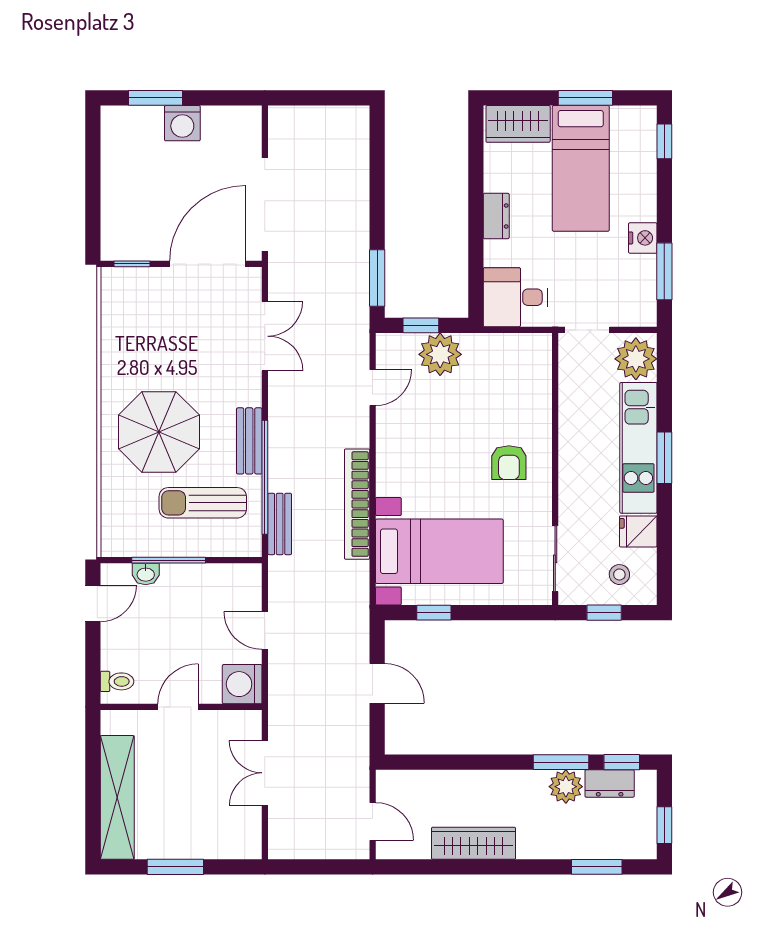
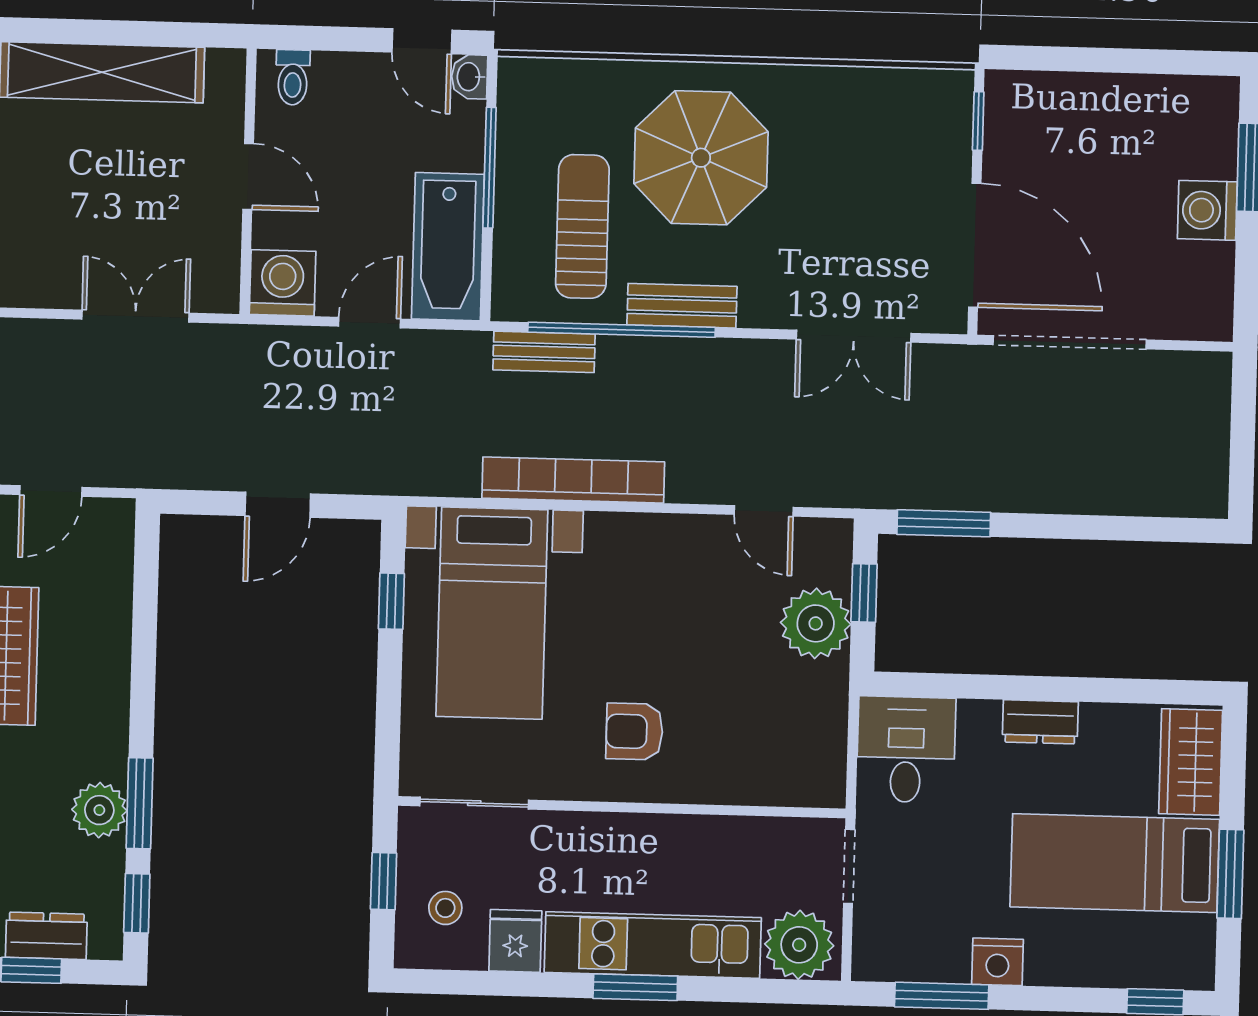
washbasin: (146, 574) -> (469, 77), moved
bathtub: (217, 584) -> (448, 247), added
dresser: (610, 783) -> (46, 936), moved, turned 90

